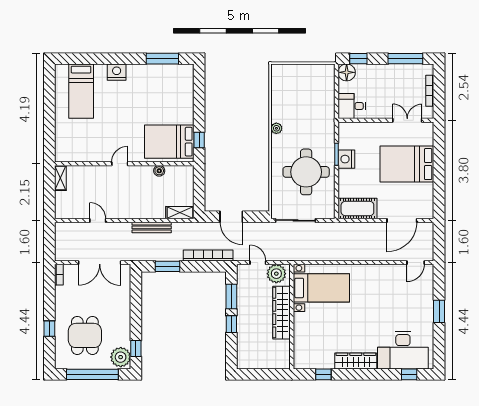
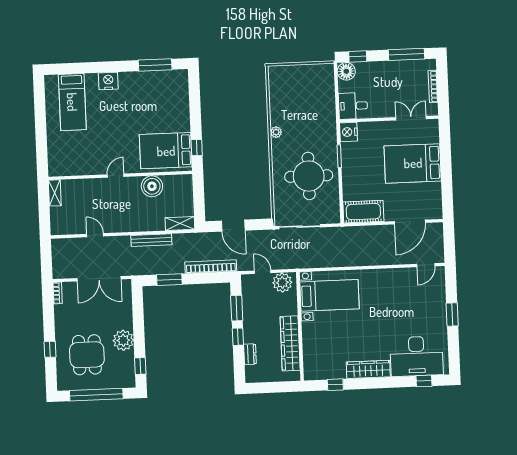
nightstand: (346, 159) -> (349, 132), moved
boiler: (159, 171) -> (152, 186), width x1.86, depth x1.86
wardrobe: (282, 313) -> (290, 343), moved
dresser: (242, 342) -> (250, 354), added
plant: (121, 357) -> (123, 340), moved

